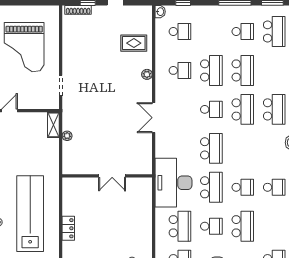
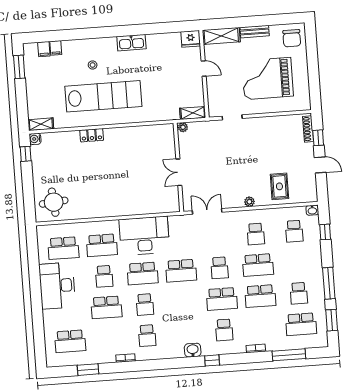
school desk: (274, 109) -> (224, 330), width x0.54
wall: (107, 176) -> (178, 167), moved
double door: (112, 176) -> (179, 172), moved

